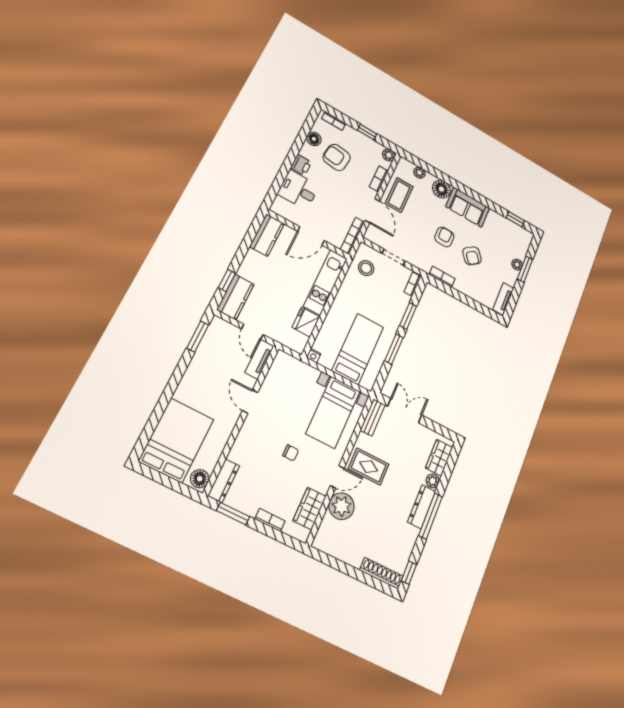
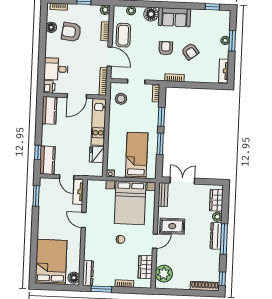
printer: (301, 165) -> (49, 87), moved
bed with nightstands: (333, 412) -> (130, 203), width x1.36
plant: (341, 506) -> (164, 274), moved

